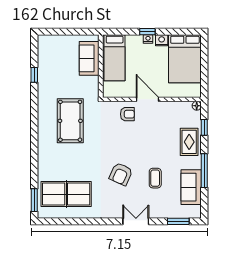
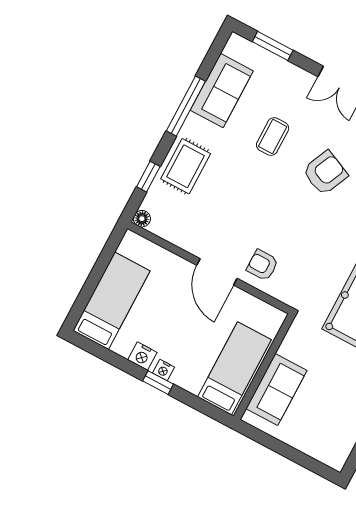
bed: (185, 59) -> (112, 301), width x0.67

